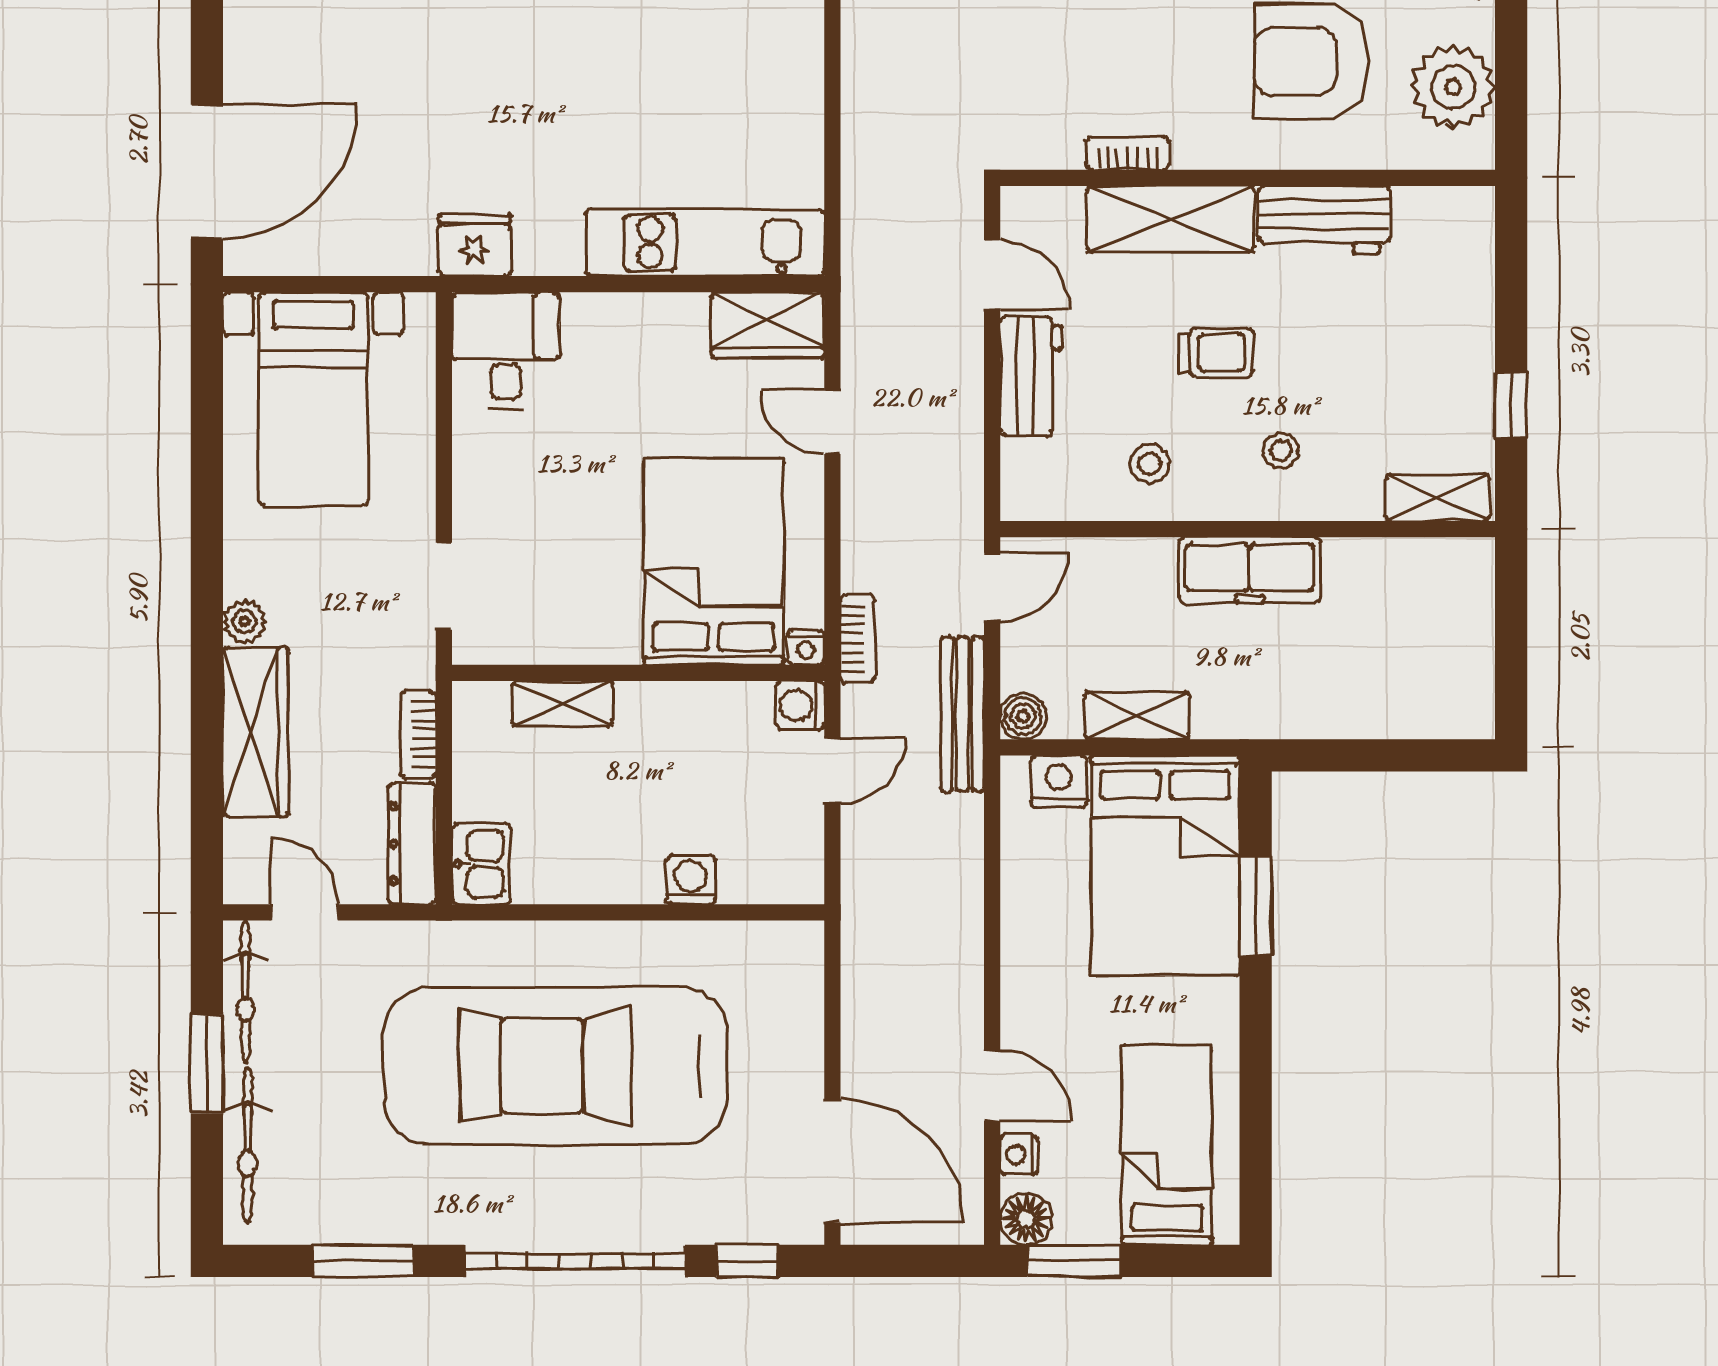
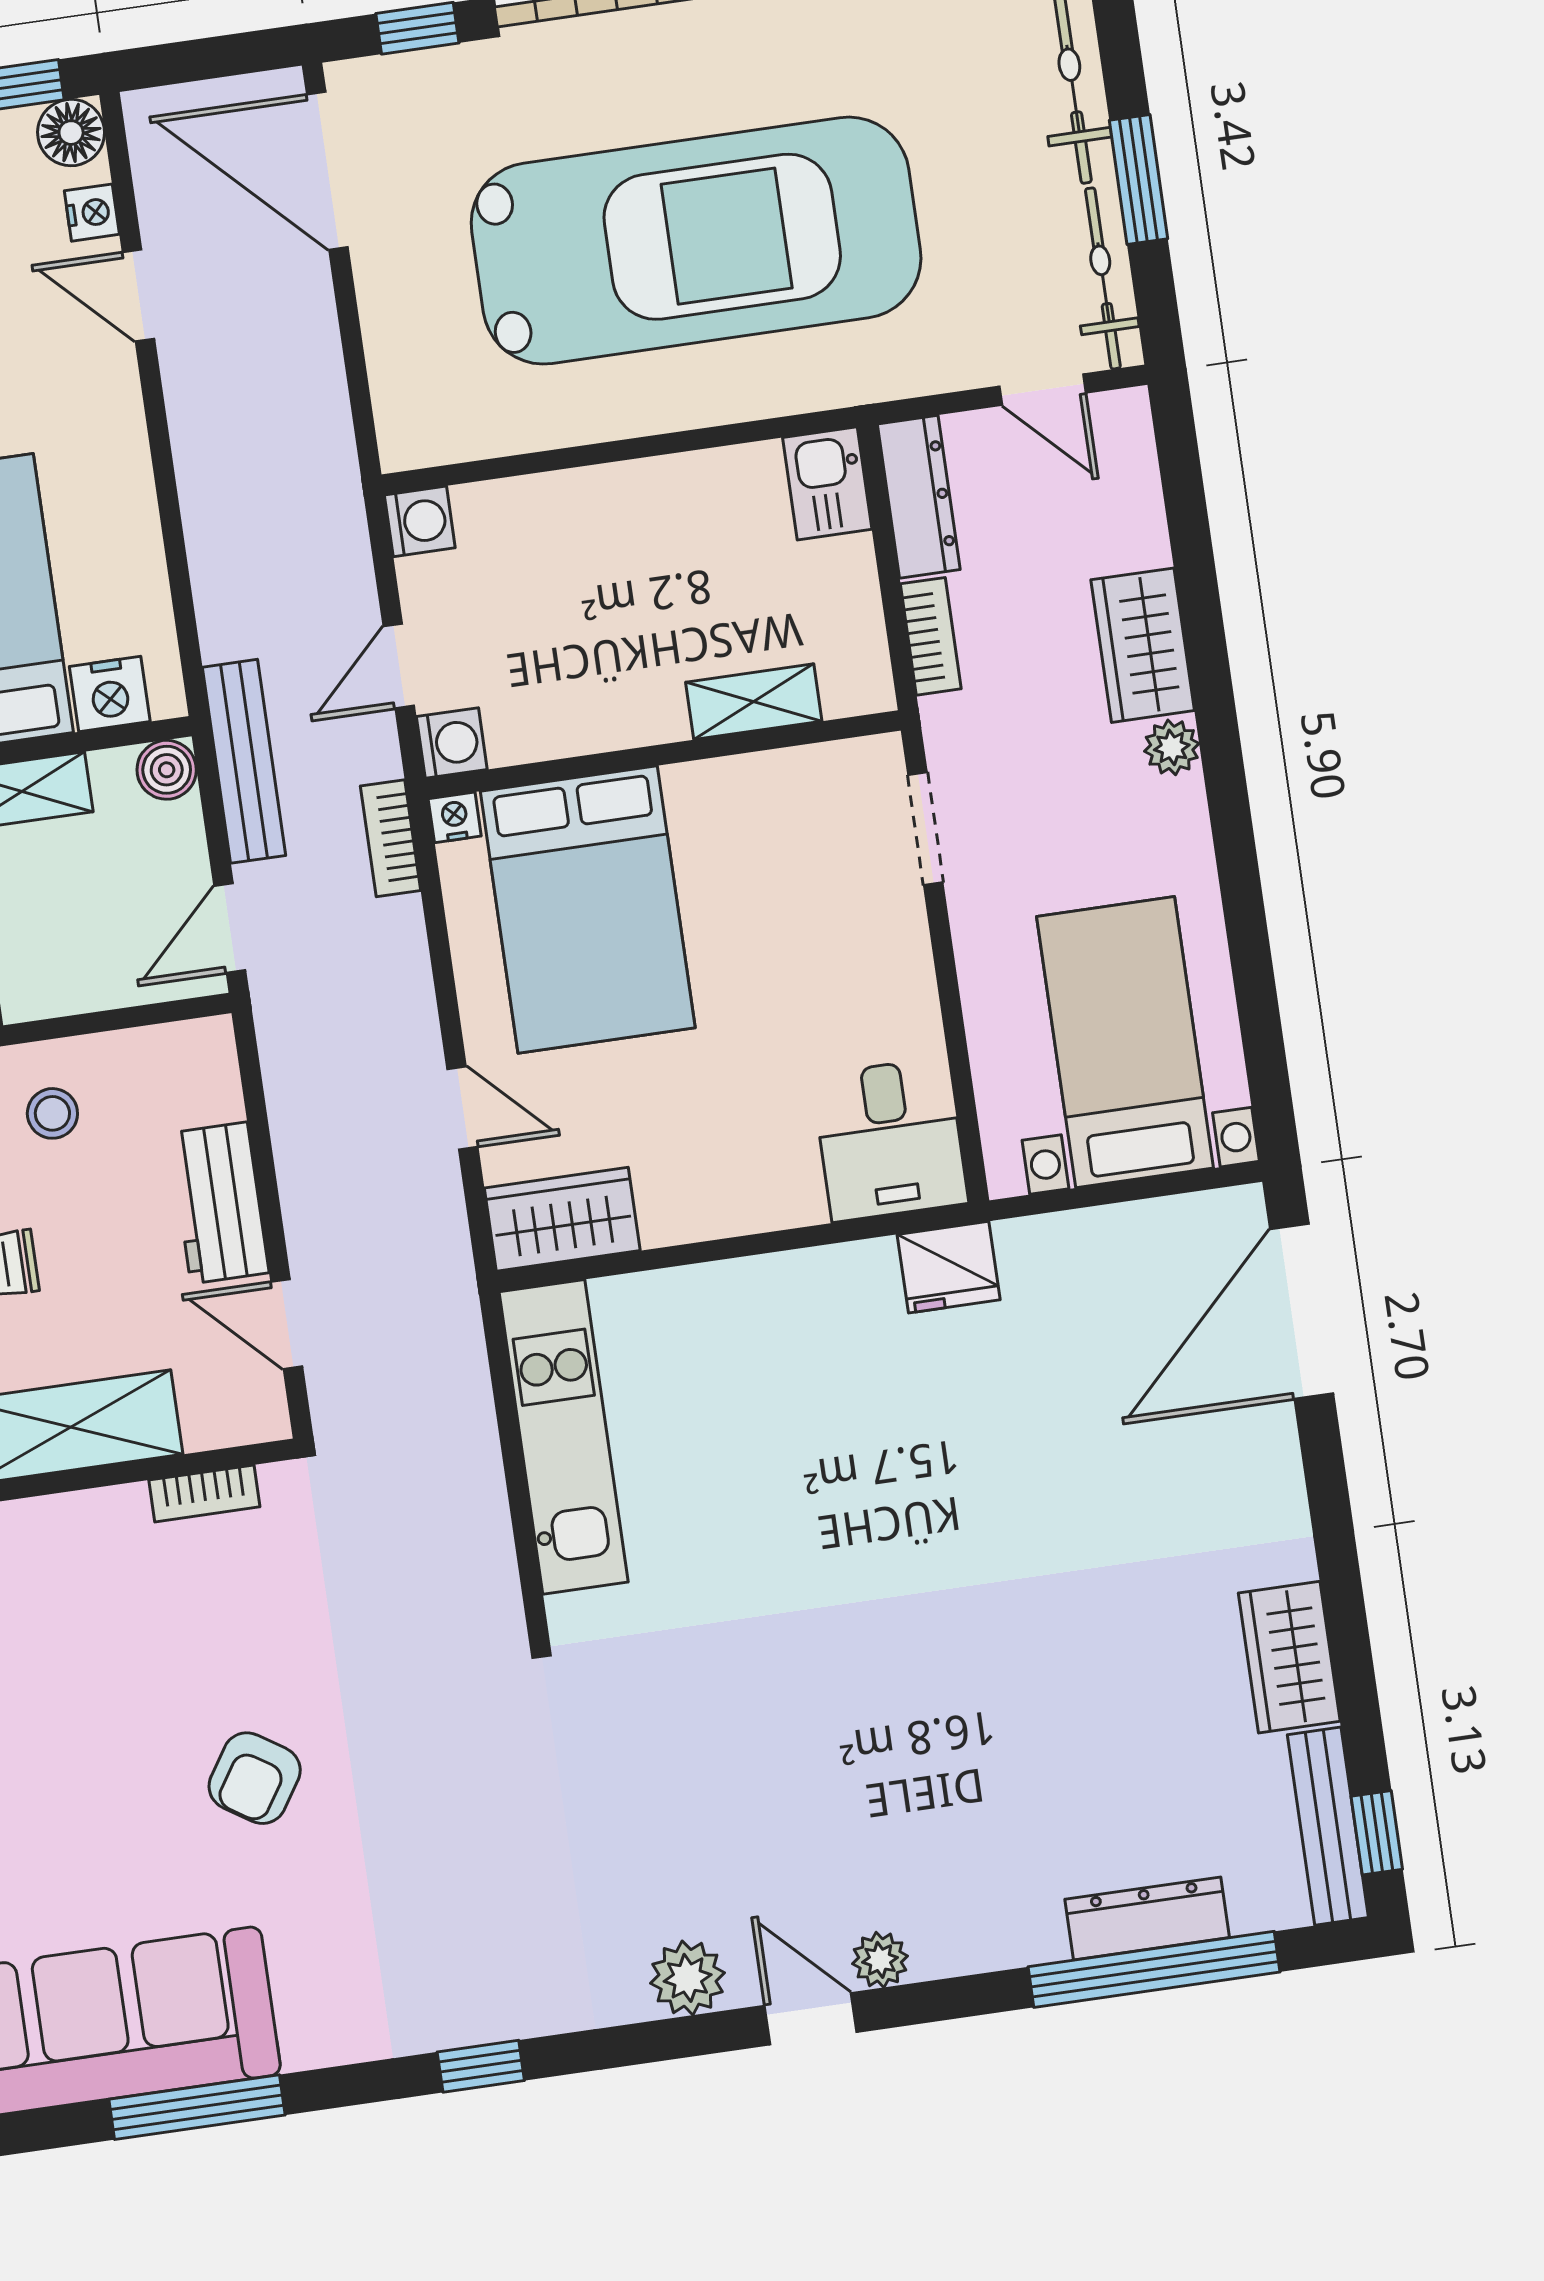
bookcase: (1128, 153) -> (204, 1493), moved
kitchen unit: (705, 243) -> (564, 1437), moved, turned -90
wardrobe: (256, 732) -> (1143, 645), width x0.67
washing machine: (691, 880) -> (420, 521), moved, turned -90

